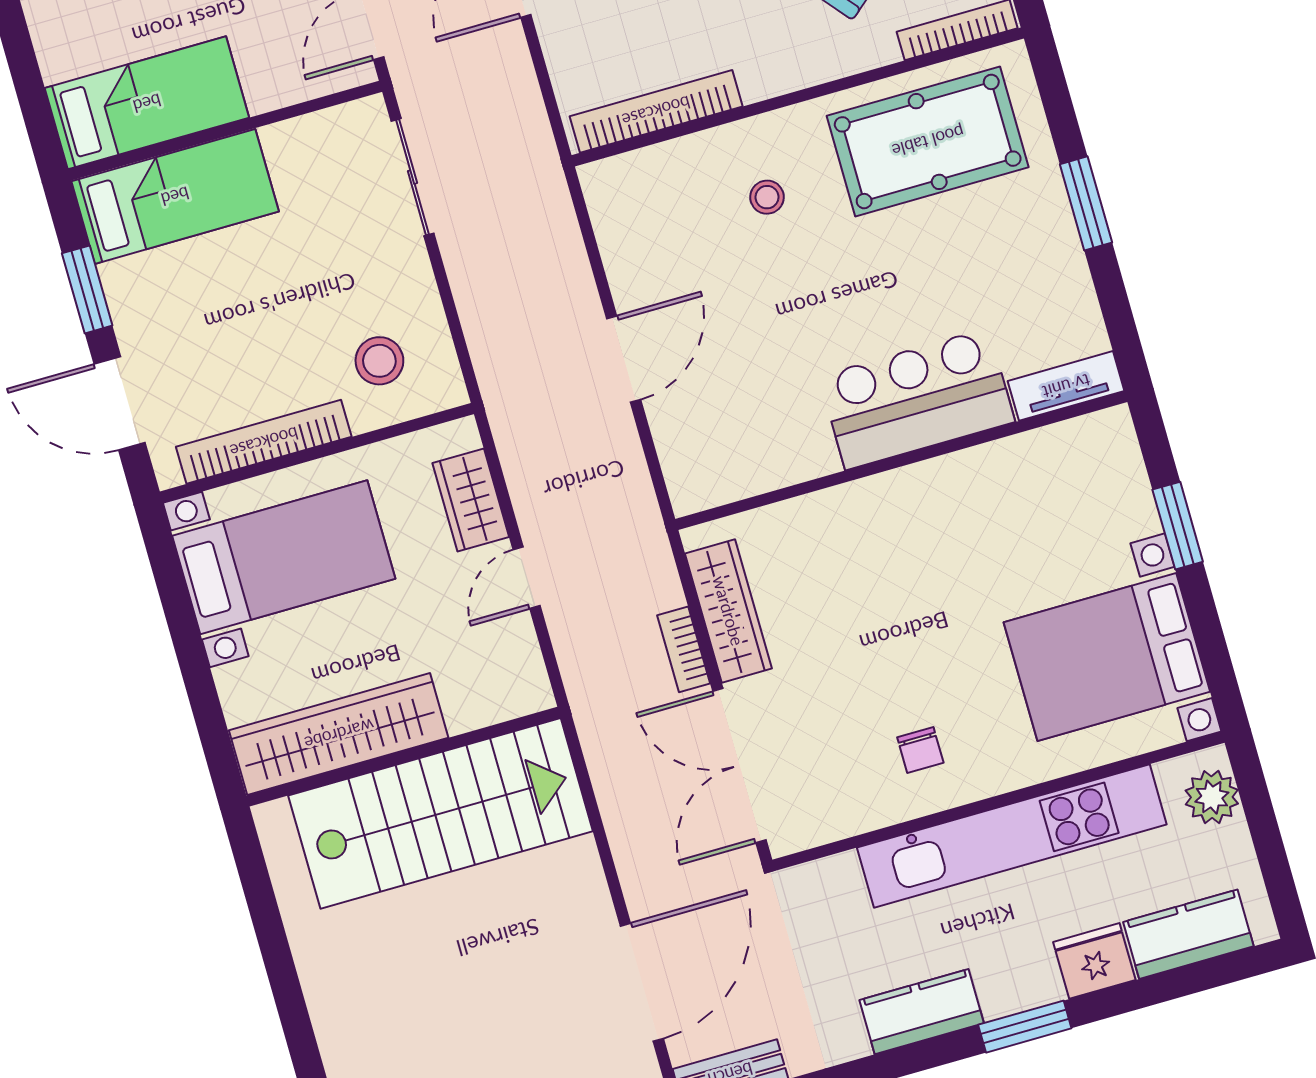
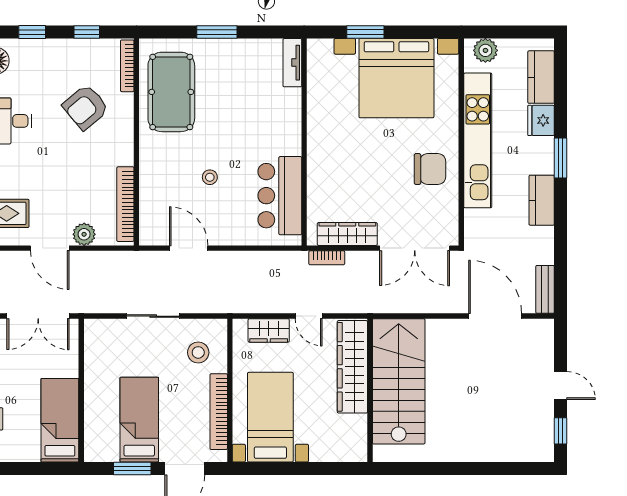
plant: (565, 40) -> (84, 234), added
sliding door: (413, 177) -> (153, 316), moved
bed: (175, 196) -> (139, 420), moved
stool: (767, 197) -> (210, 177), moved
door: (624, 359) -> (189, 248), moved
bar counter: (917, 399) -> (280, 196), moved
bookcase: (684, 649) -> (327, 258), moved
bed with nightstands: (1107, 657) -> (396, 78), width x1.36
wardrobe: (339, 734) -> (352, 367), moved
chair: (920, 750) -> (430, 169), width x1.87, depth x1.87

